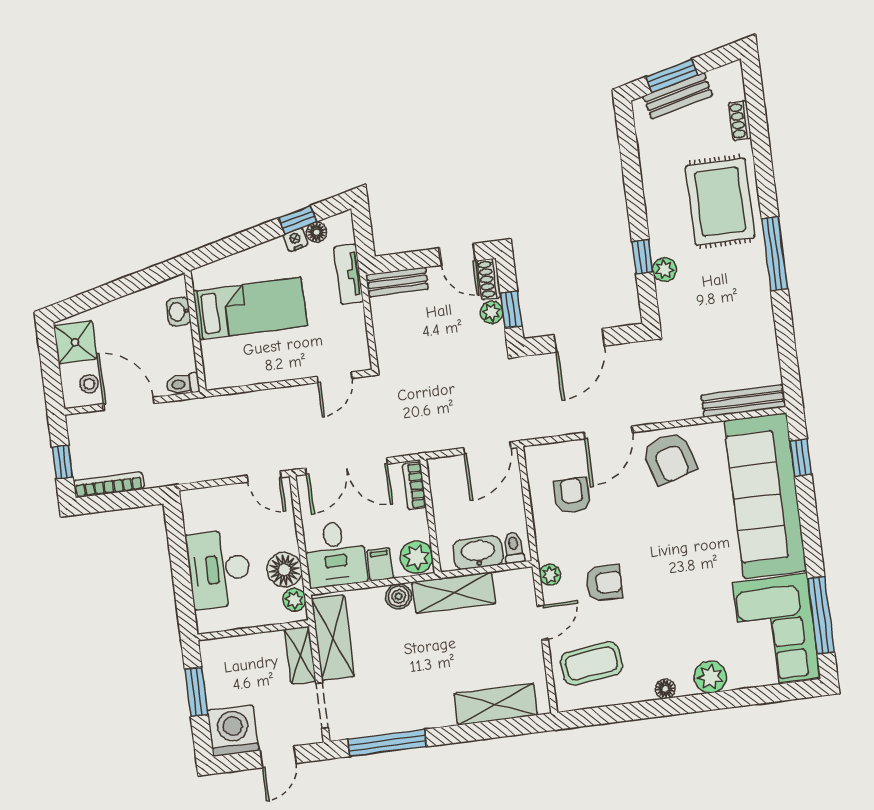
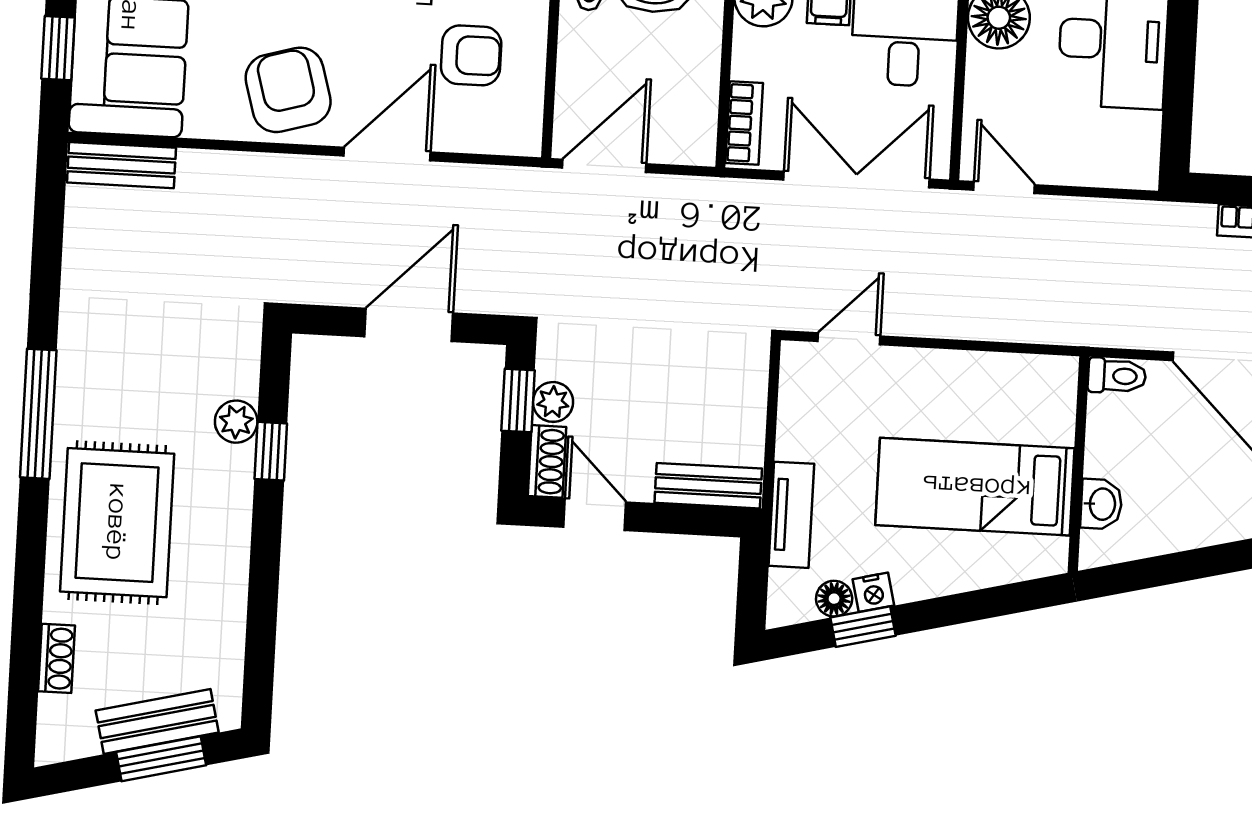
bench: (743, 401) -> (121, 165), width x0.73
armchair: (572, 496) -> (471, 55), turned -90

